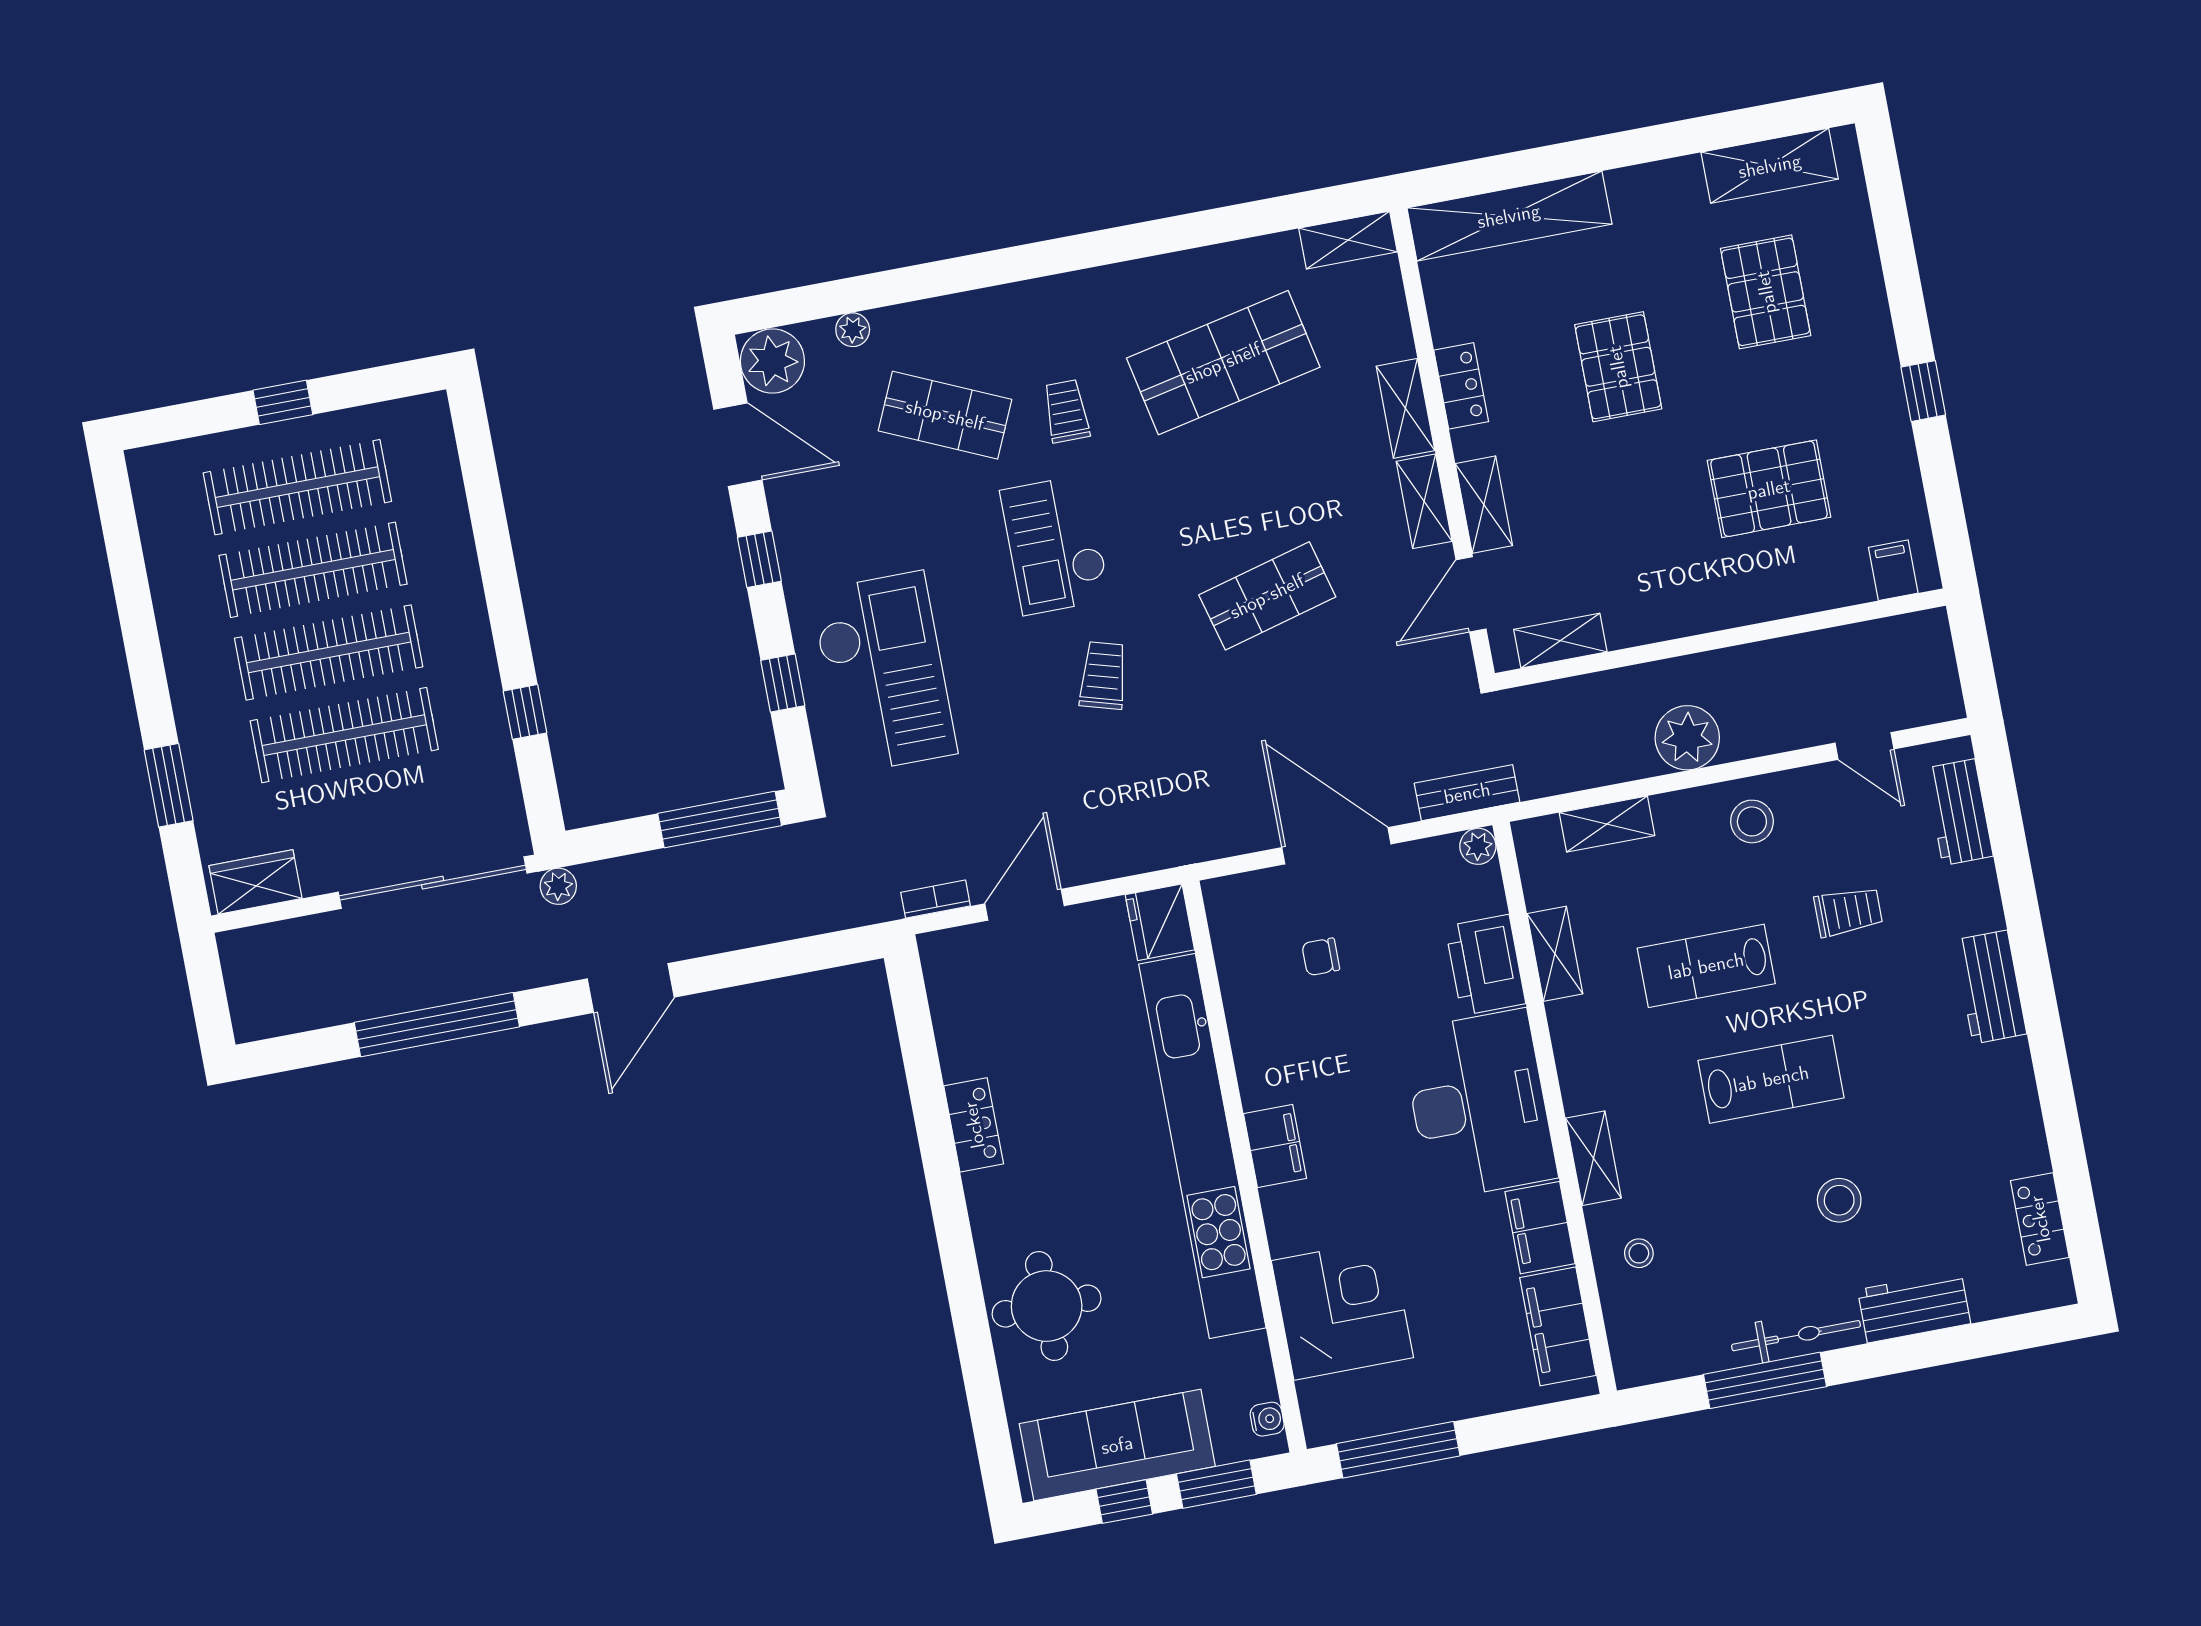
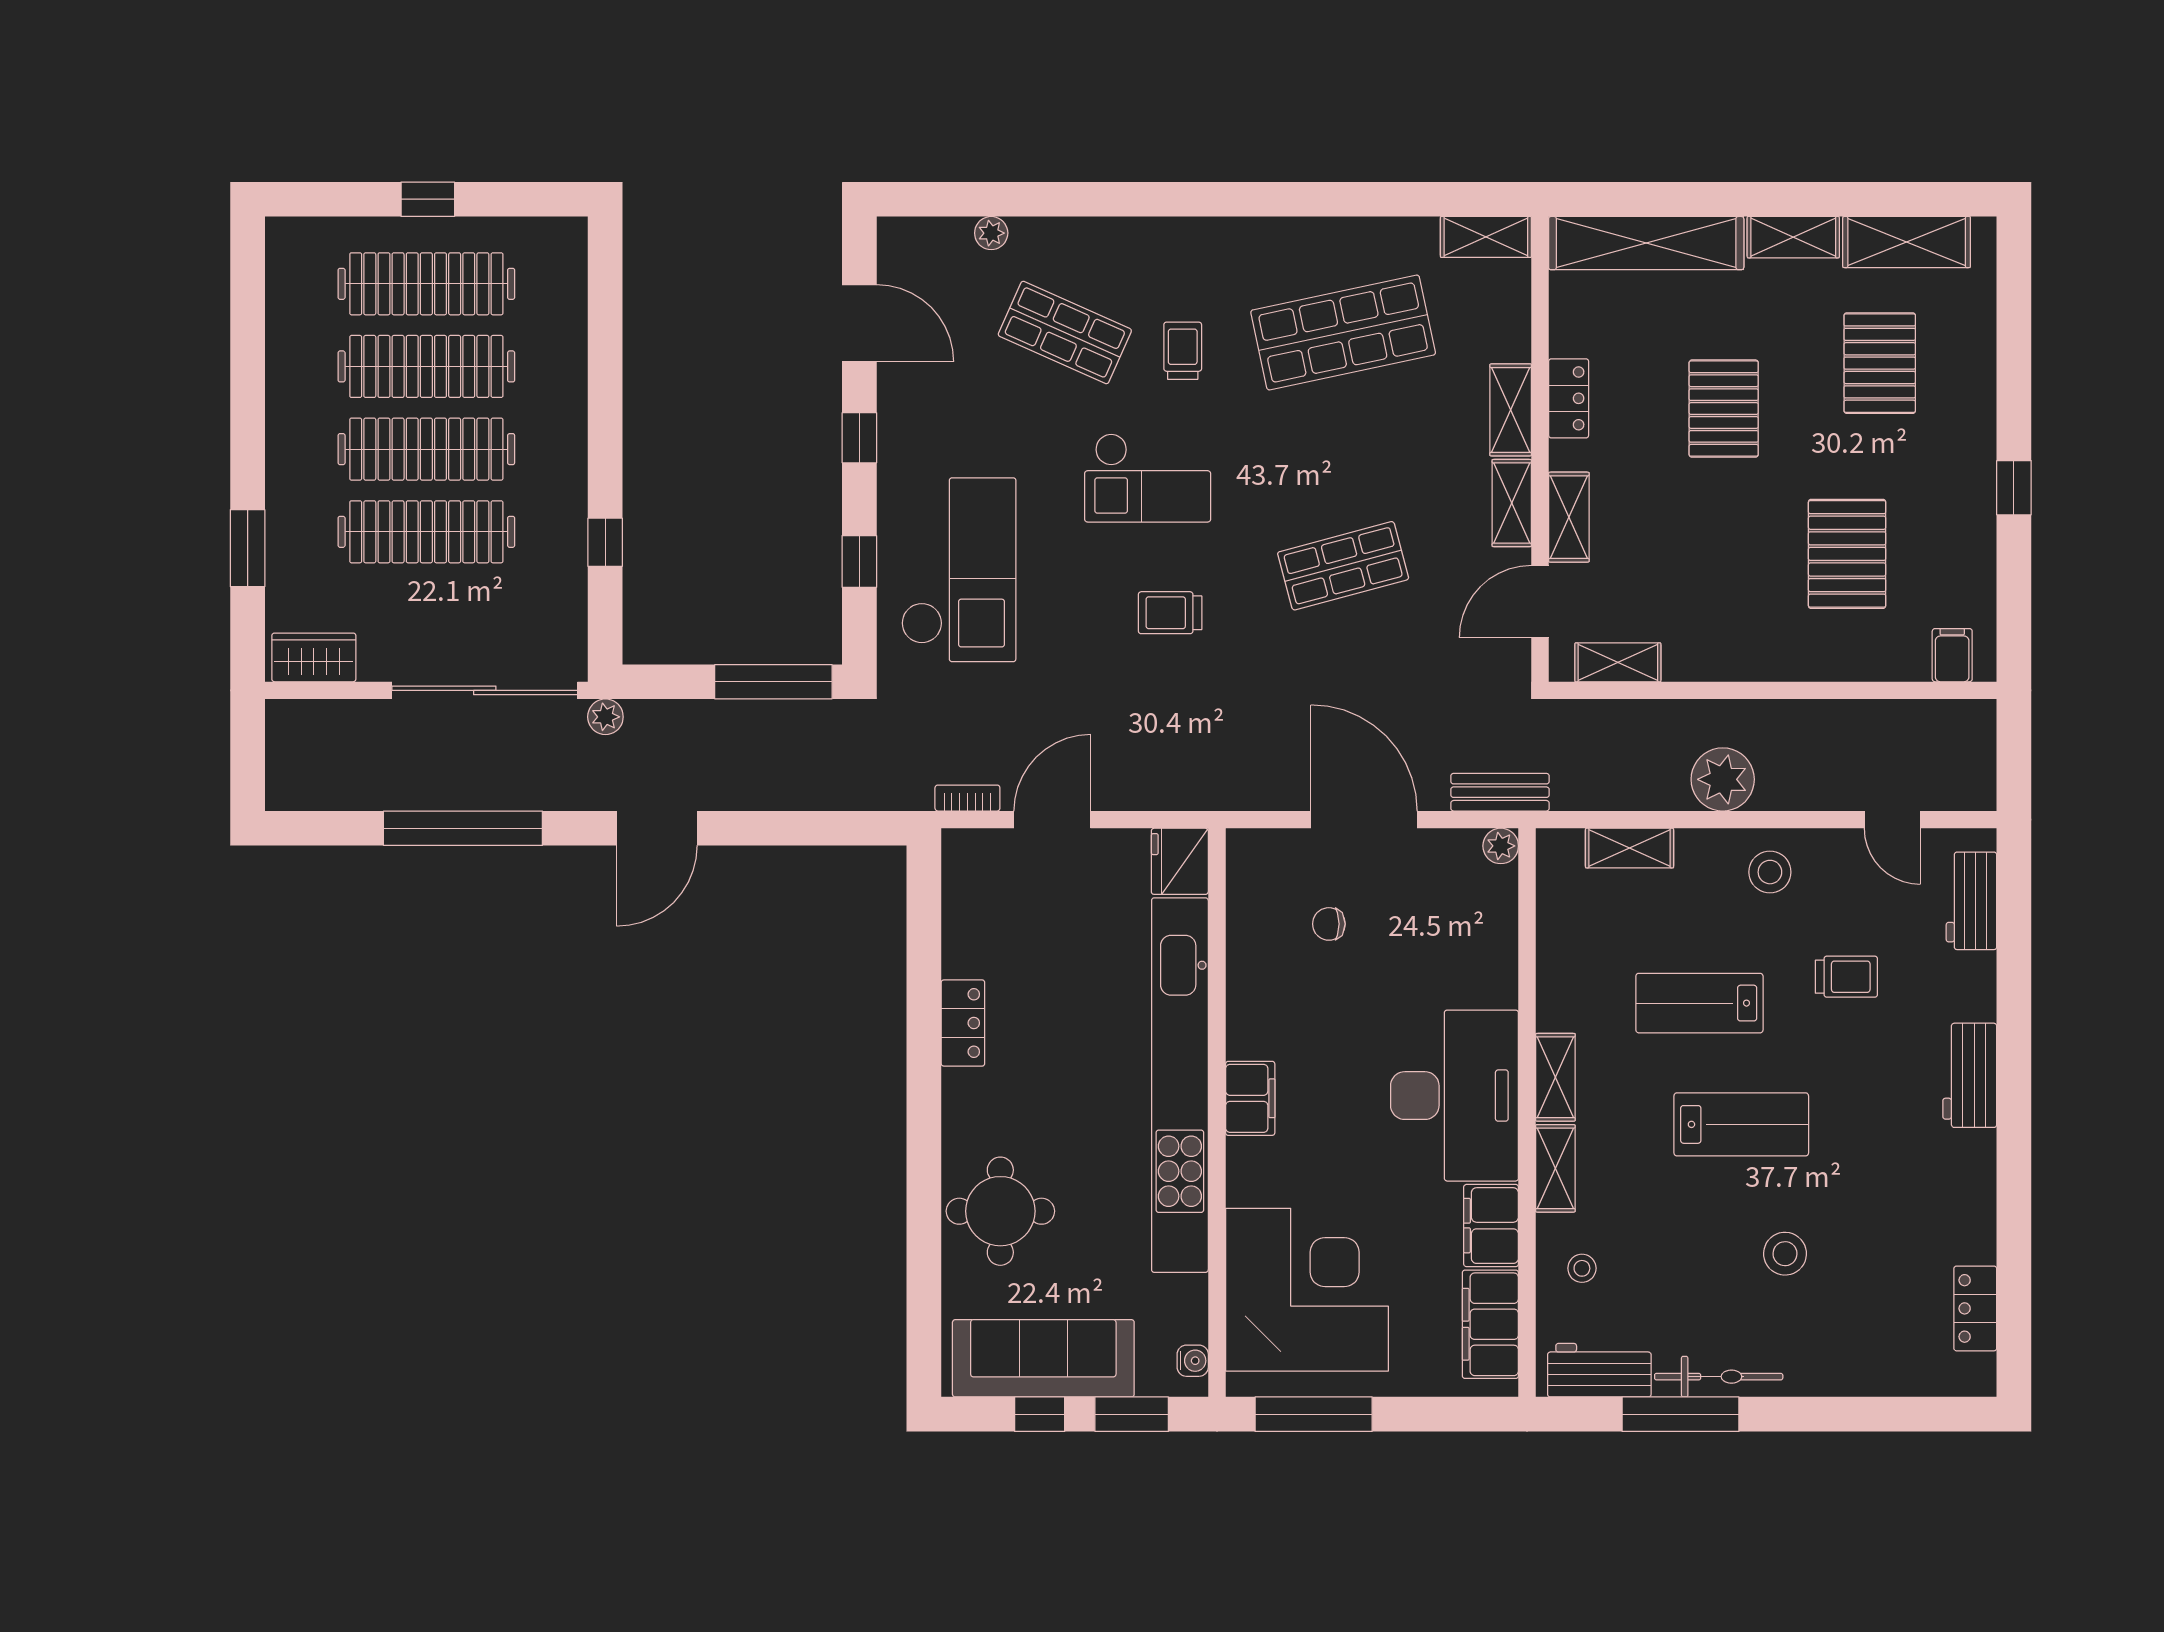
shelving: (1655, 182) -> (1793, 237), added
plant: (772, 361) -> (908, 249), removed
pallet: (1769, 489) -> (1847, 554), turned 90
checkout: (1055, 545) -> (1148, 478), turned -90
trolley: (1103, 676) -> (1170, 613), turned -106
shelving: (1555, 954) -> (1555, 1077), moved
printer: (1485, 965) -> (1486, 962), removed
workbench: (1914, 1307) -> (1599, 1370), moved
corner desk: (1342, 1309) -> (1307, 1290), width x1.36, depth x1.36

